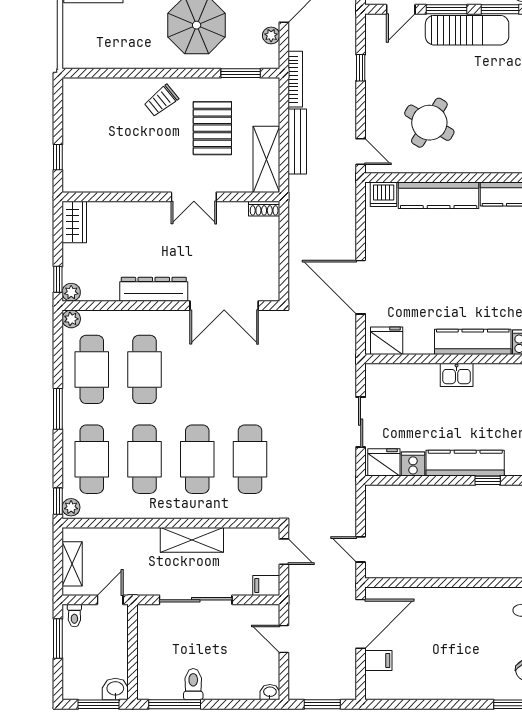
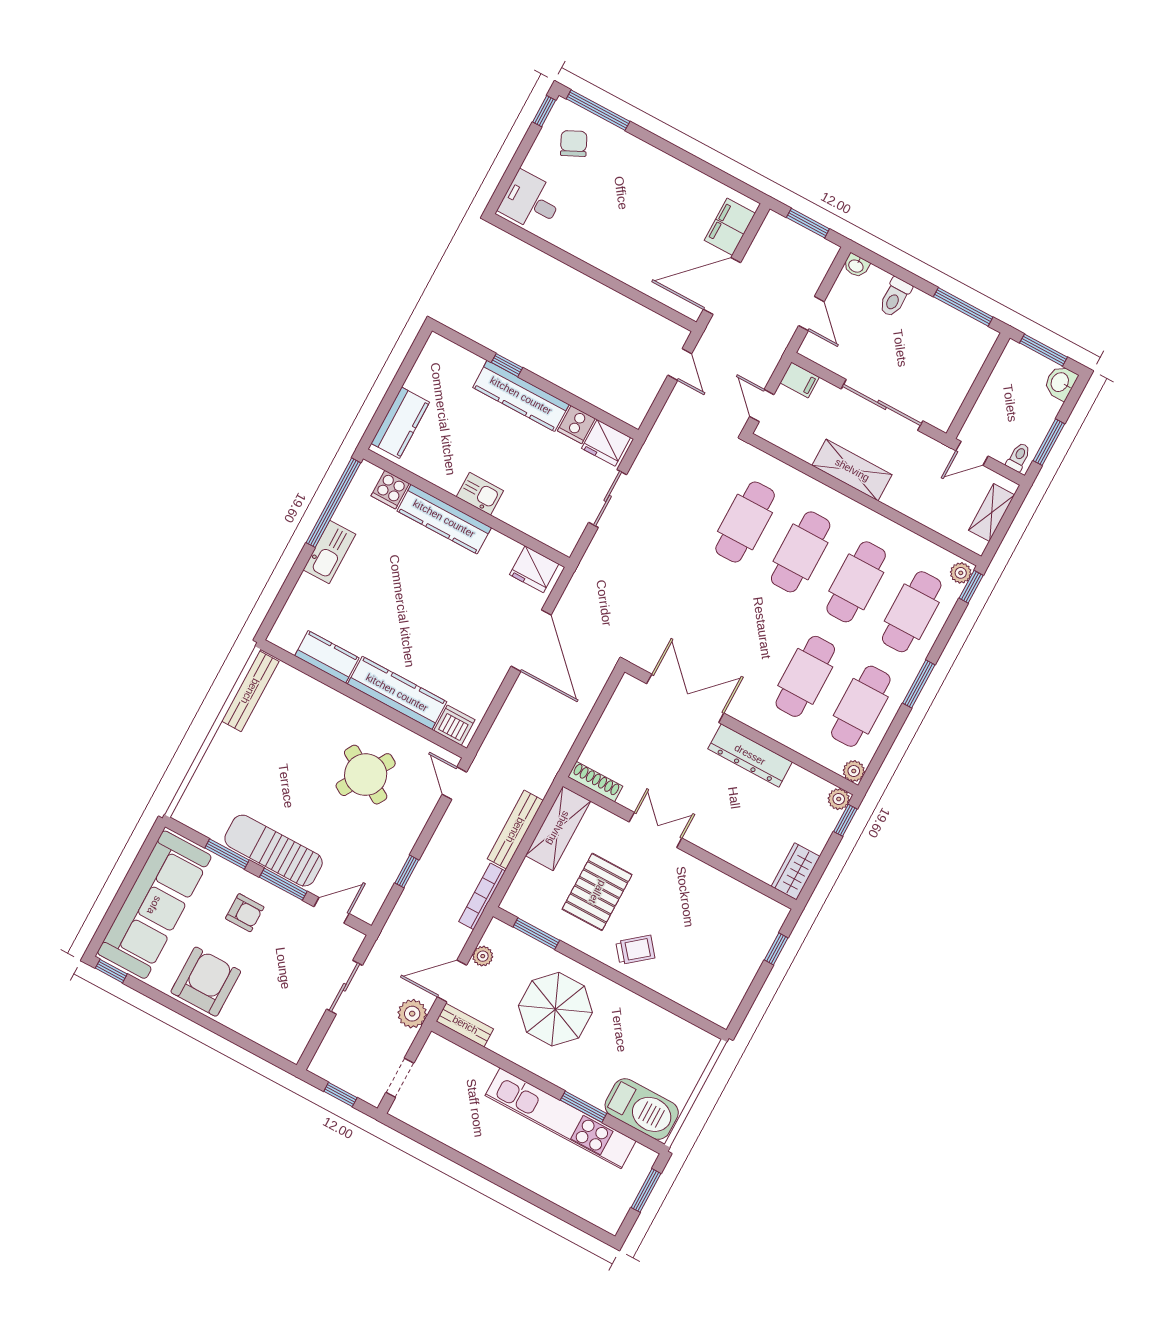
shoe rack: (264, 209) -> (595, 782), width x1.43
filing cabinet: (378, 660) -> (730, 227), width x2.00
toilet: (193, 684) -> (895, 297), moved
washbasin: (115, 689) -> (1060, 382), moved, turned 90

